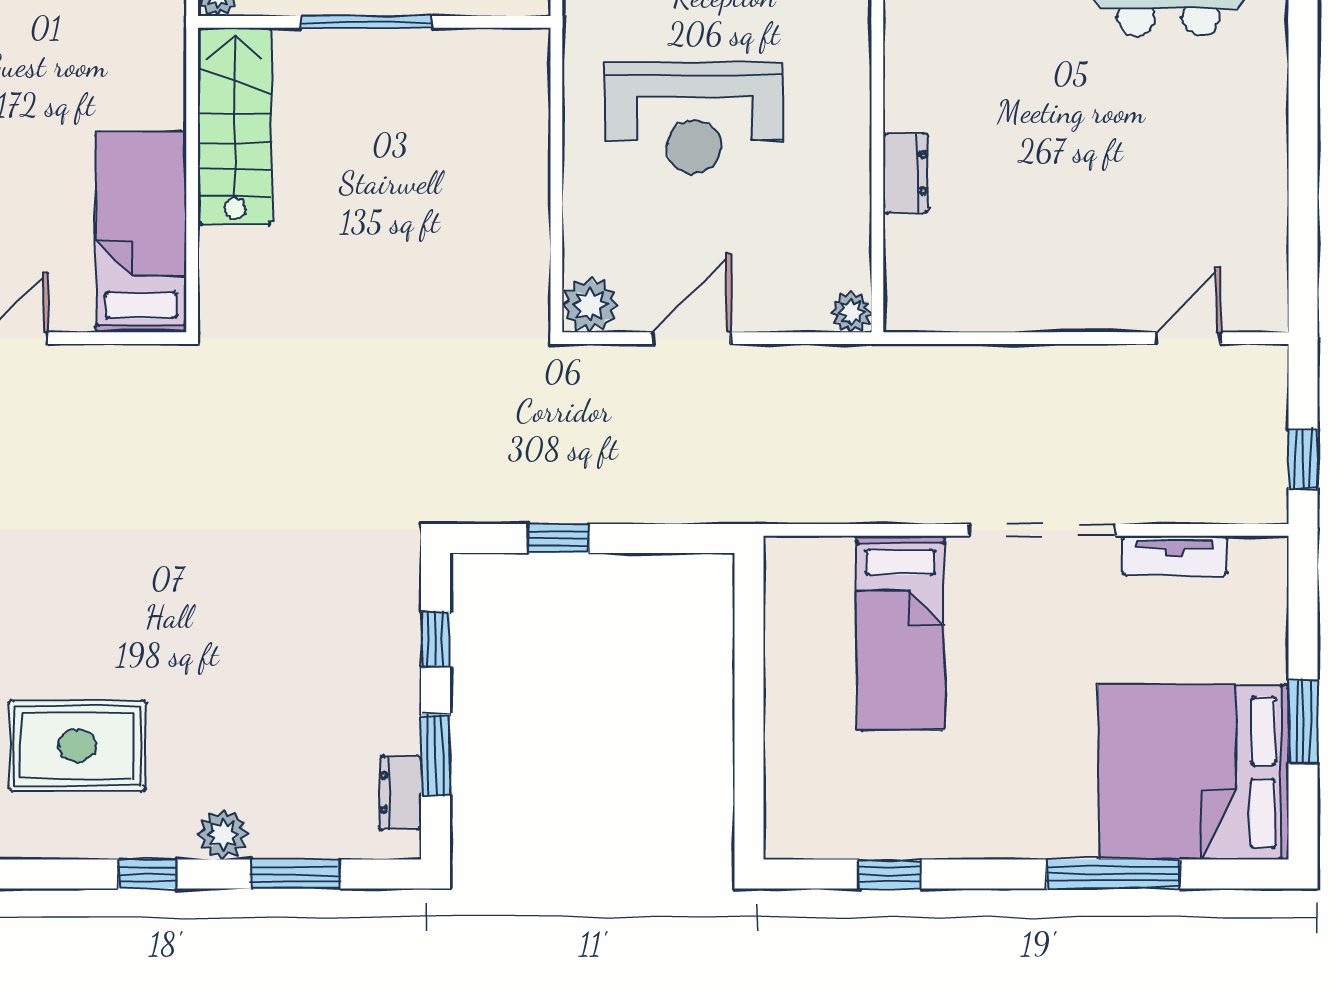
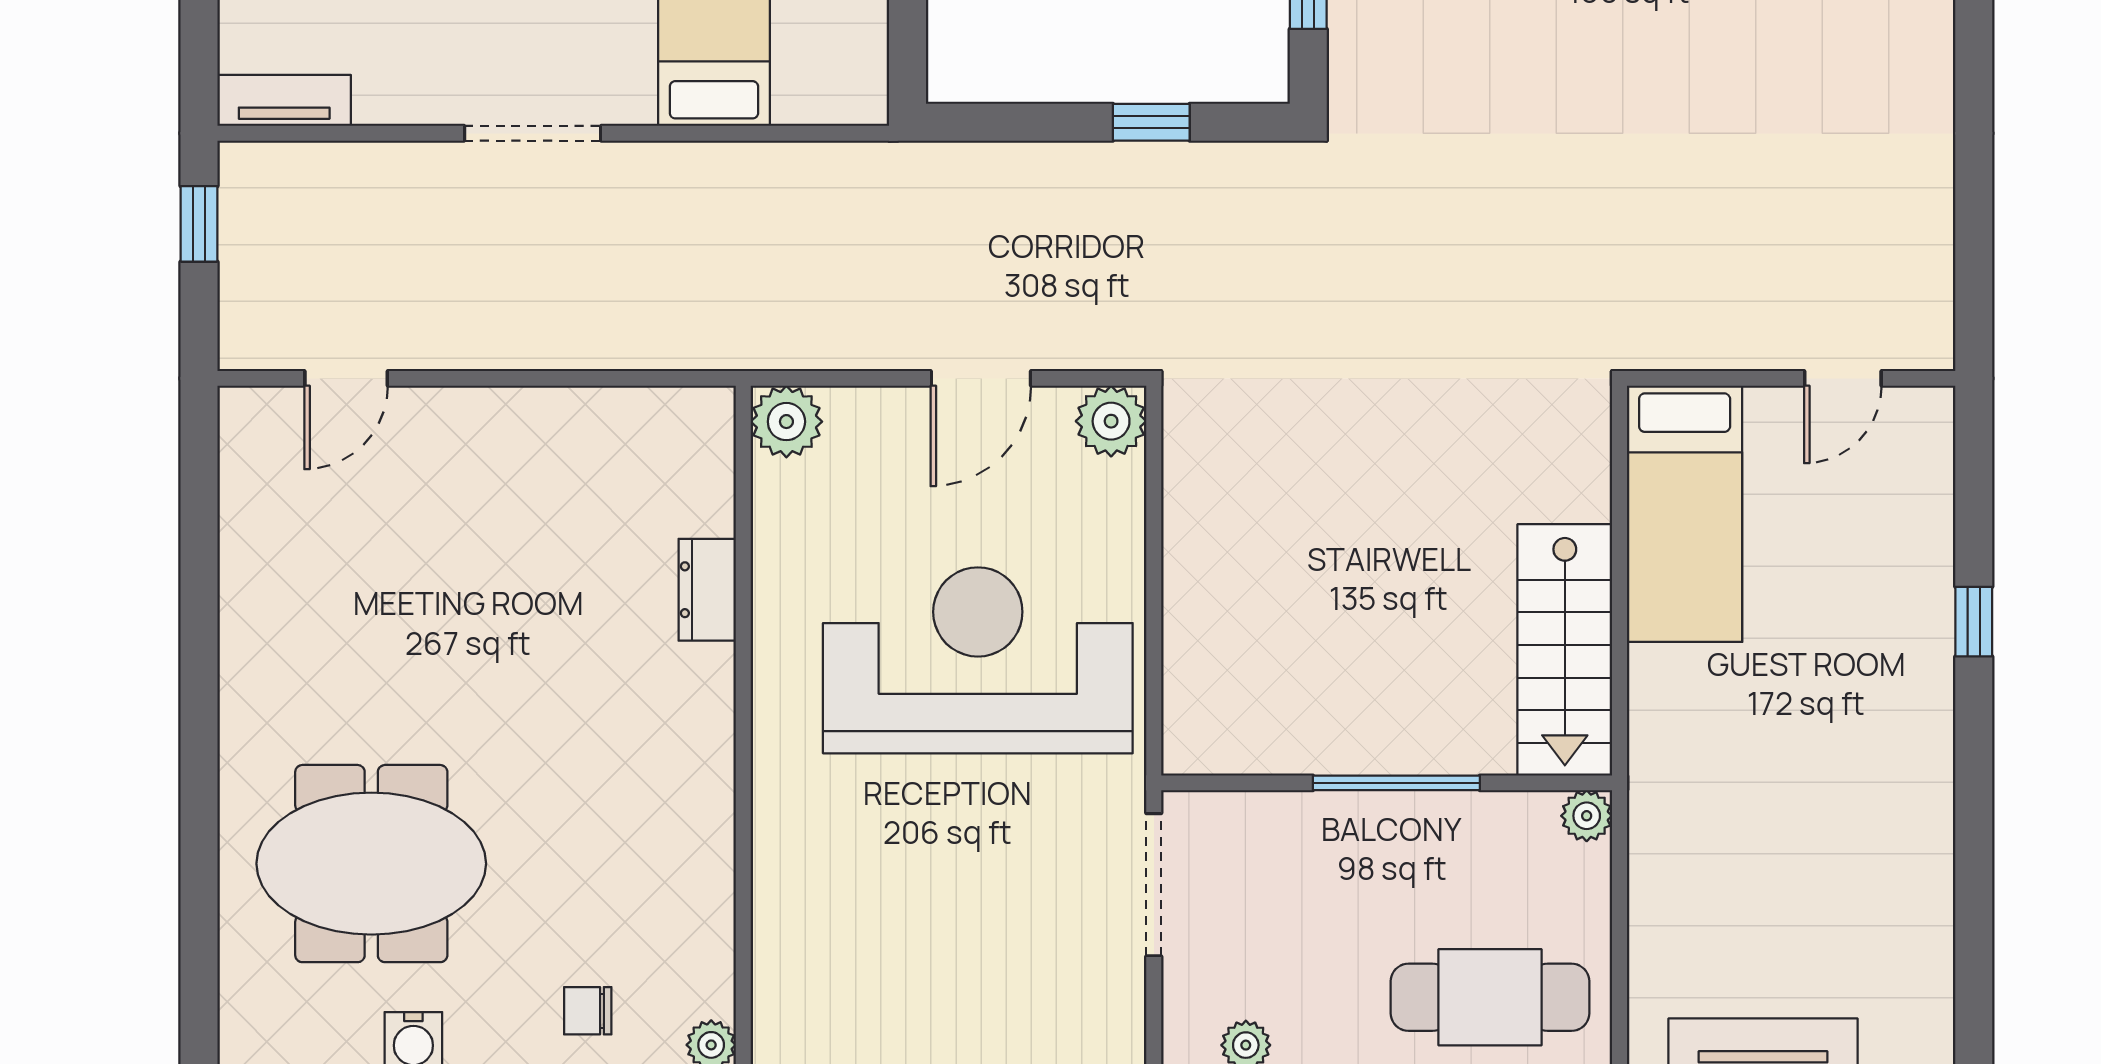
reception desk: (694, 118) -> (978, 660), width x1.36, depth x1.30
plant: (851, 312) -> (786, 422), width x1.38, depth x1.38
doorway: (1042, 530) -> (533, 133), width x0.73
tv unit: (1175, 556) -> (284, 100), moved

